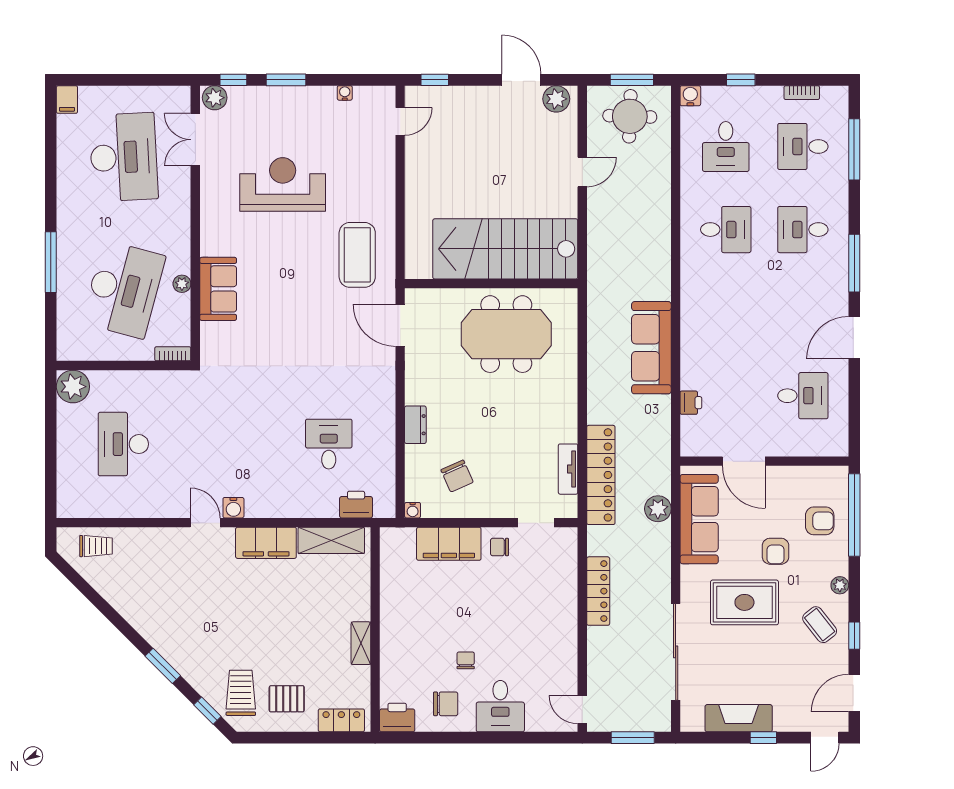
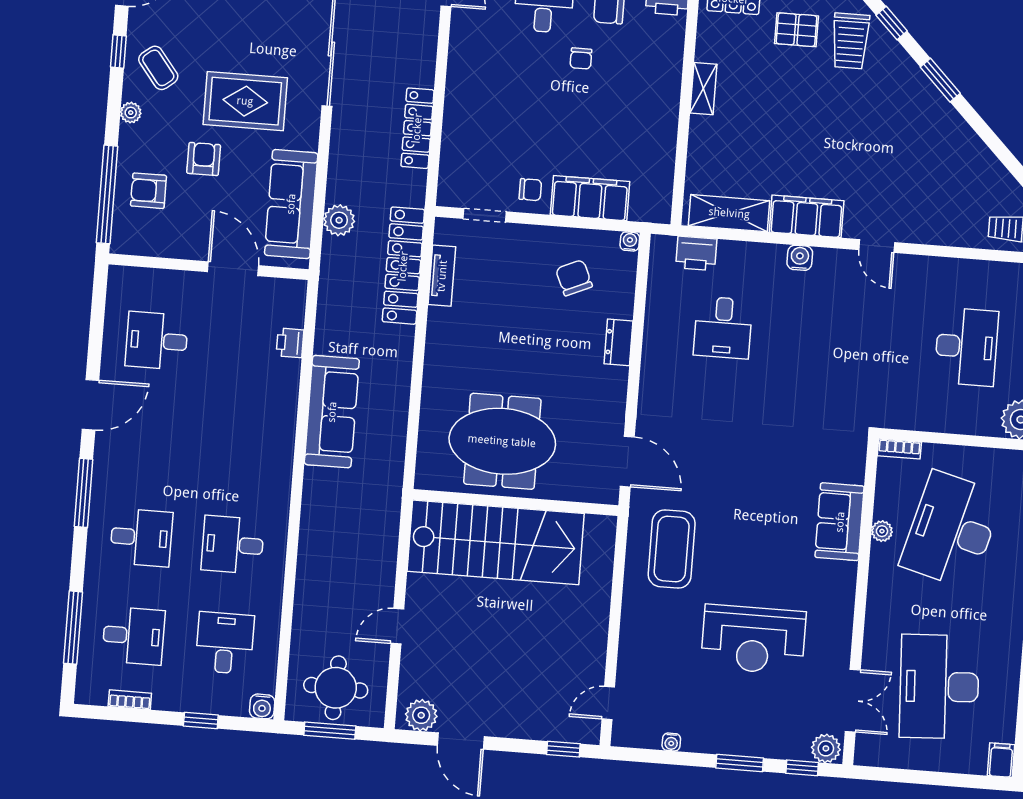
water cooler: (233, 508) -> (800, 258), moved

